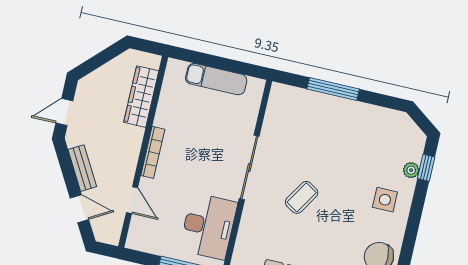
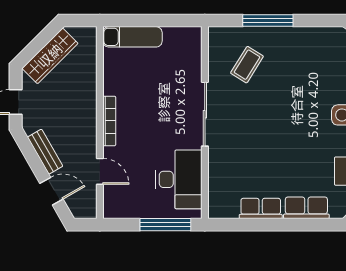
exam couch: (216, 79) -> (132, 37), moved
wardrobe: (141, 97) -> (50, 56), moved, turned -135
coffee table: (302, 197) -> (247, 65), moved

